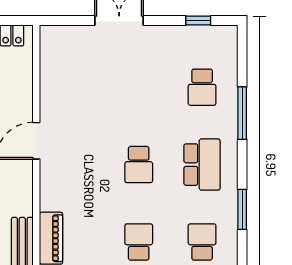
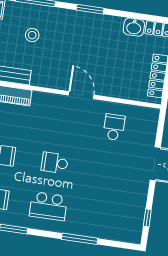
school desk: (202, 87) -> (114, 127), moved, turned 90

